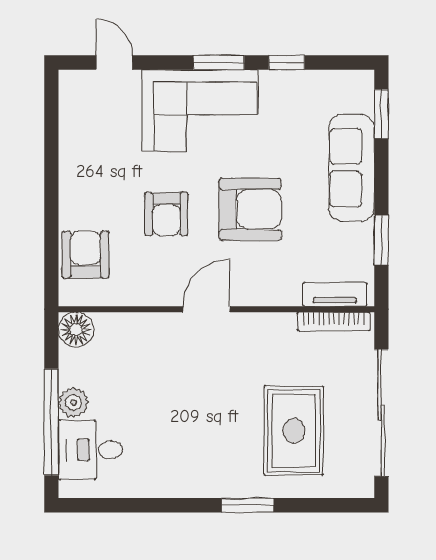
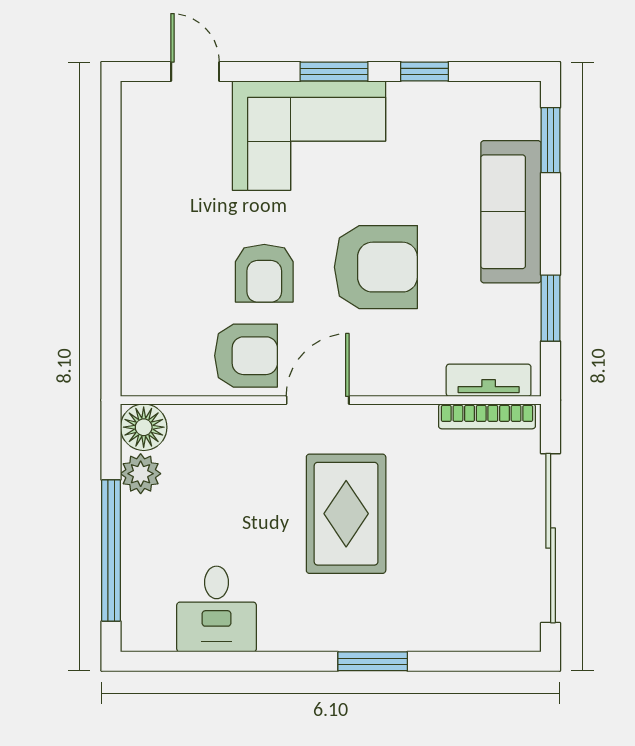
armchair: (86, 255) -> (246, 356), moved, turned 90
plant: (74, 402) -> (141, 474), moved
rug: (294, 431) -> (346, 514), moved
desk: (91, 450) -> (217, 609), moved, turned -90

